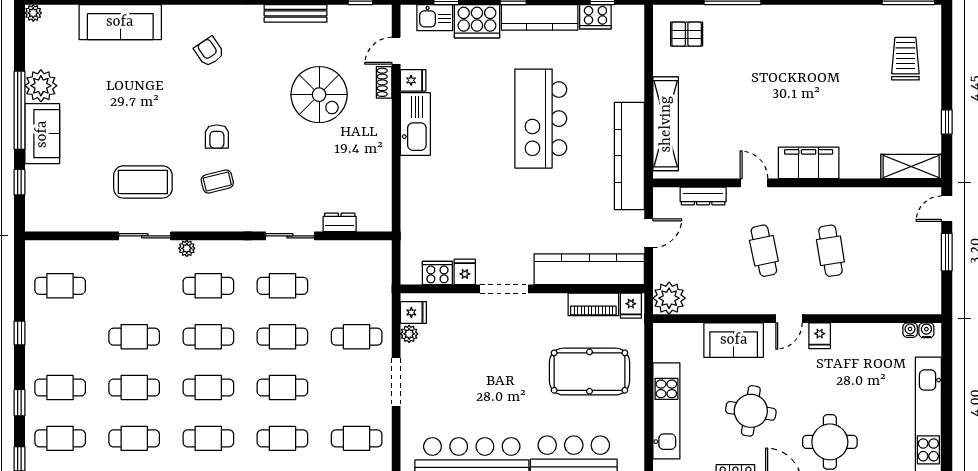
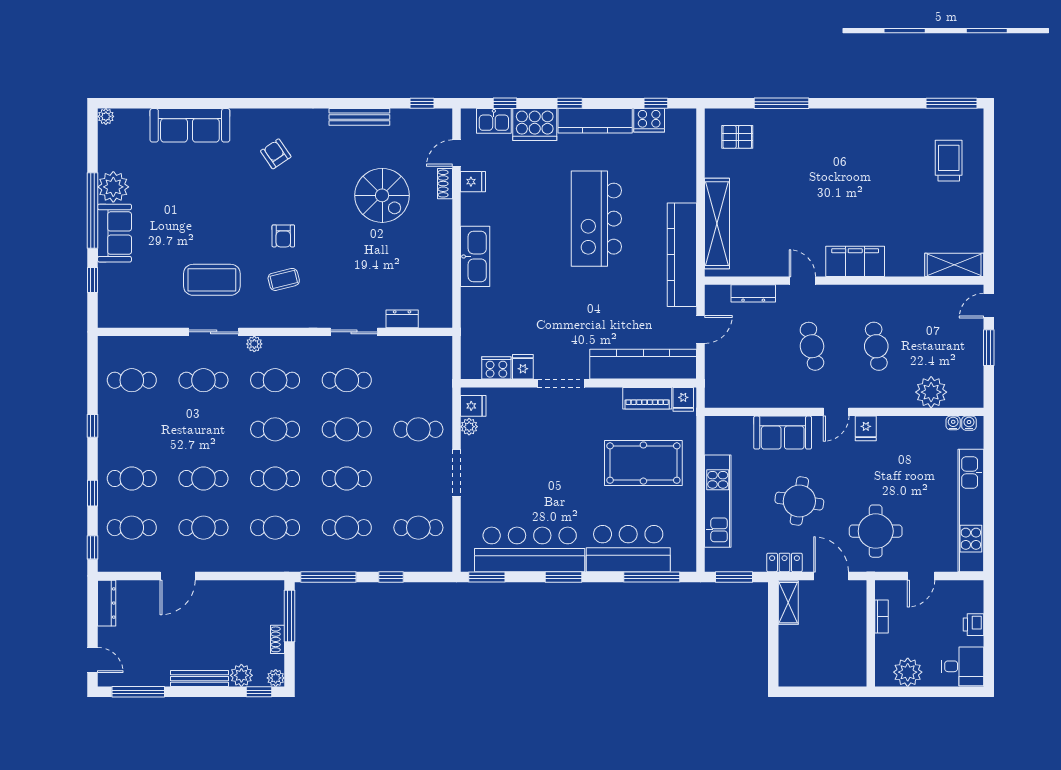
window: (947, 122) -> (989, 222), removed
kitchen sink: (415, 124) -> (475, 256), moved
plant: (669, 298) -> (931, 392), moved
cafe table: (134, 337) -> (203, 380), moved

